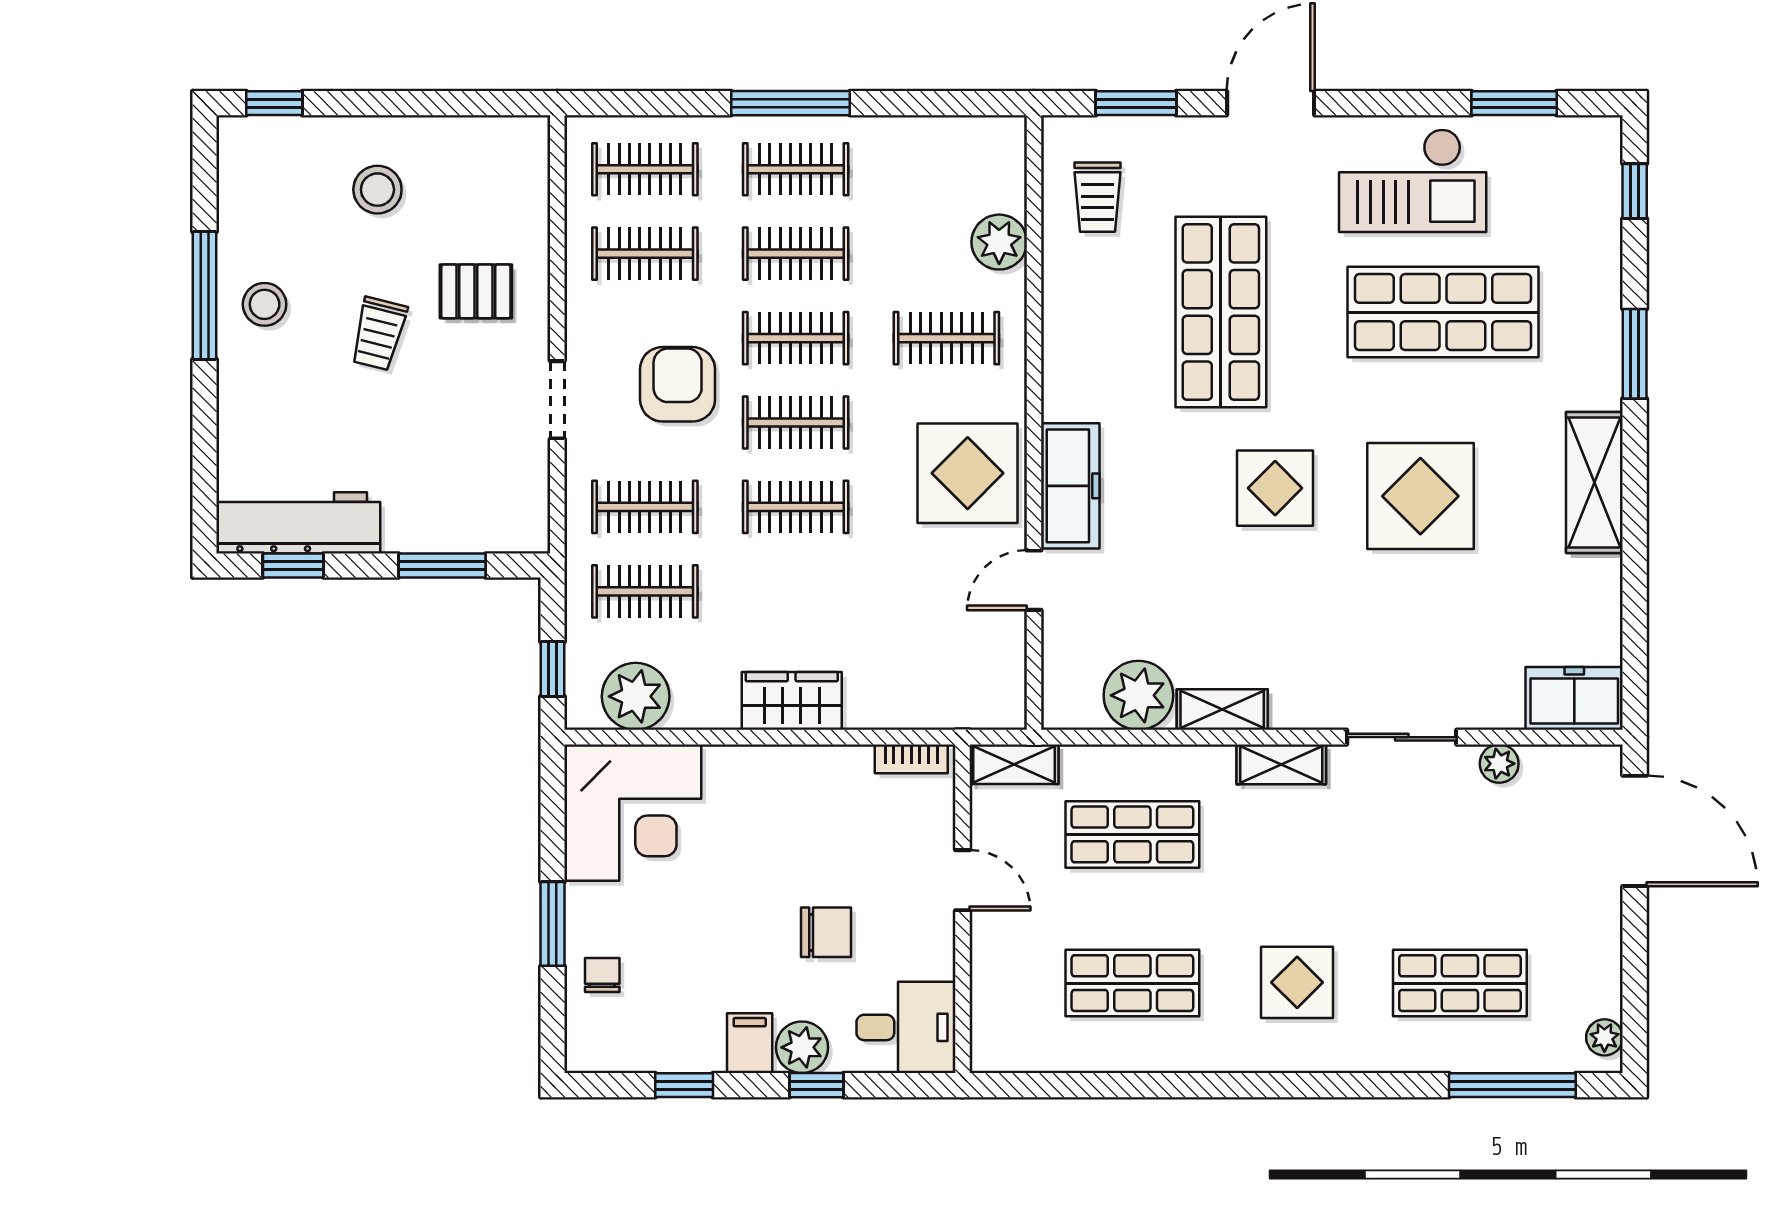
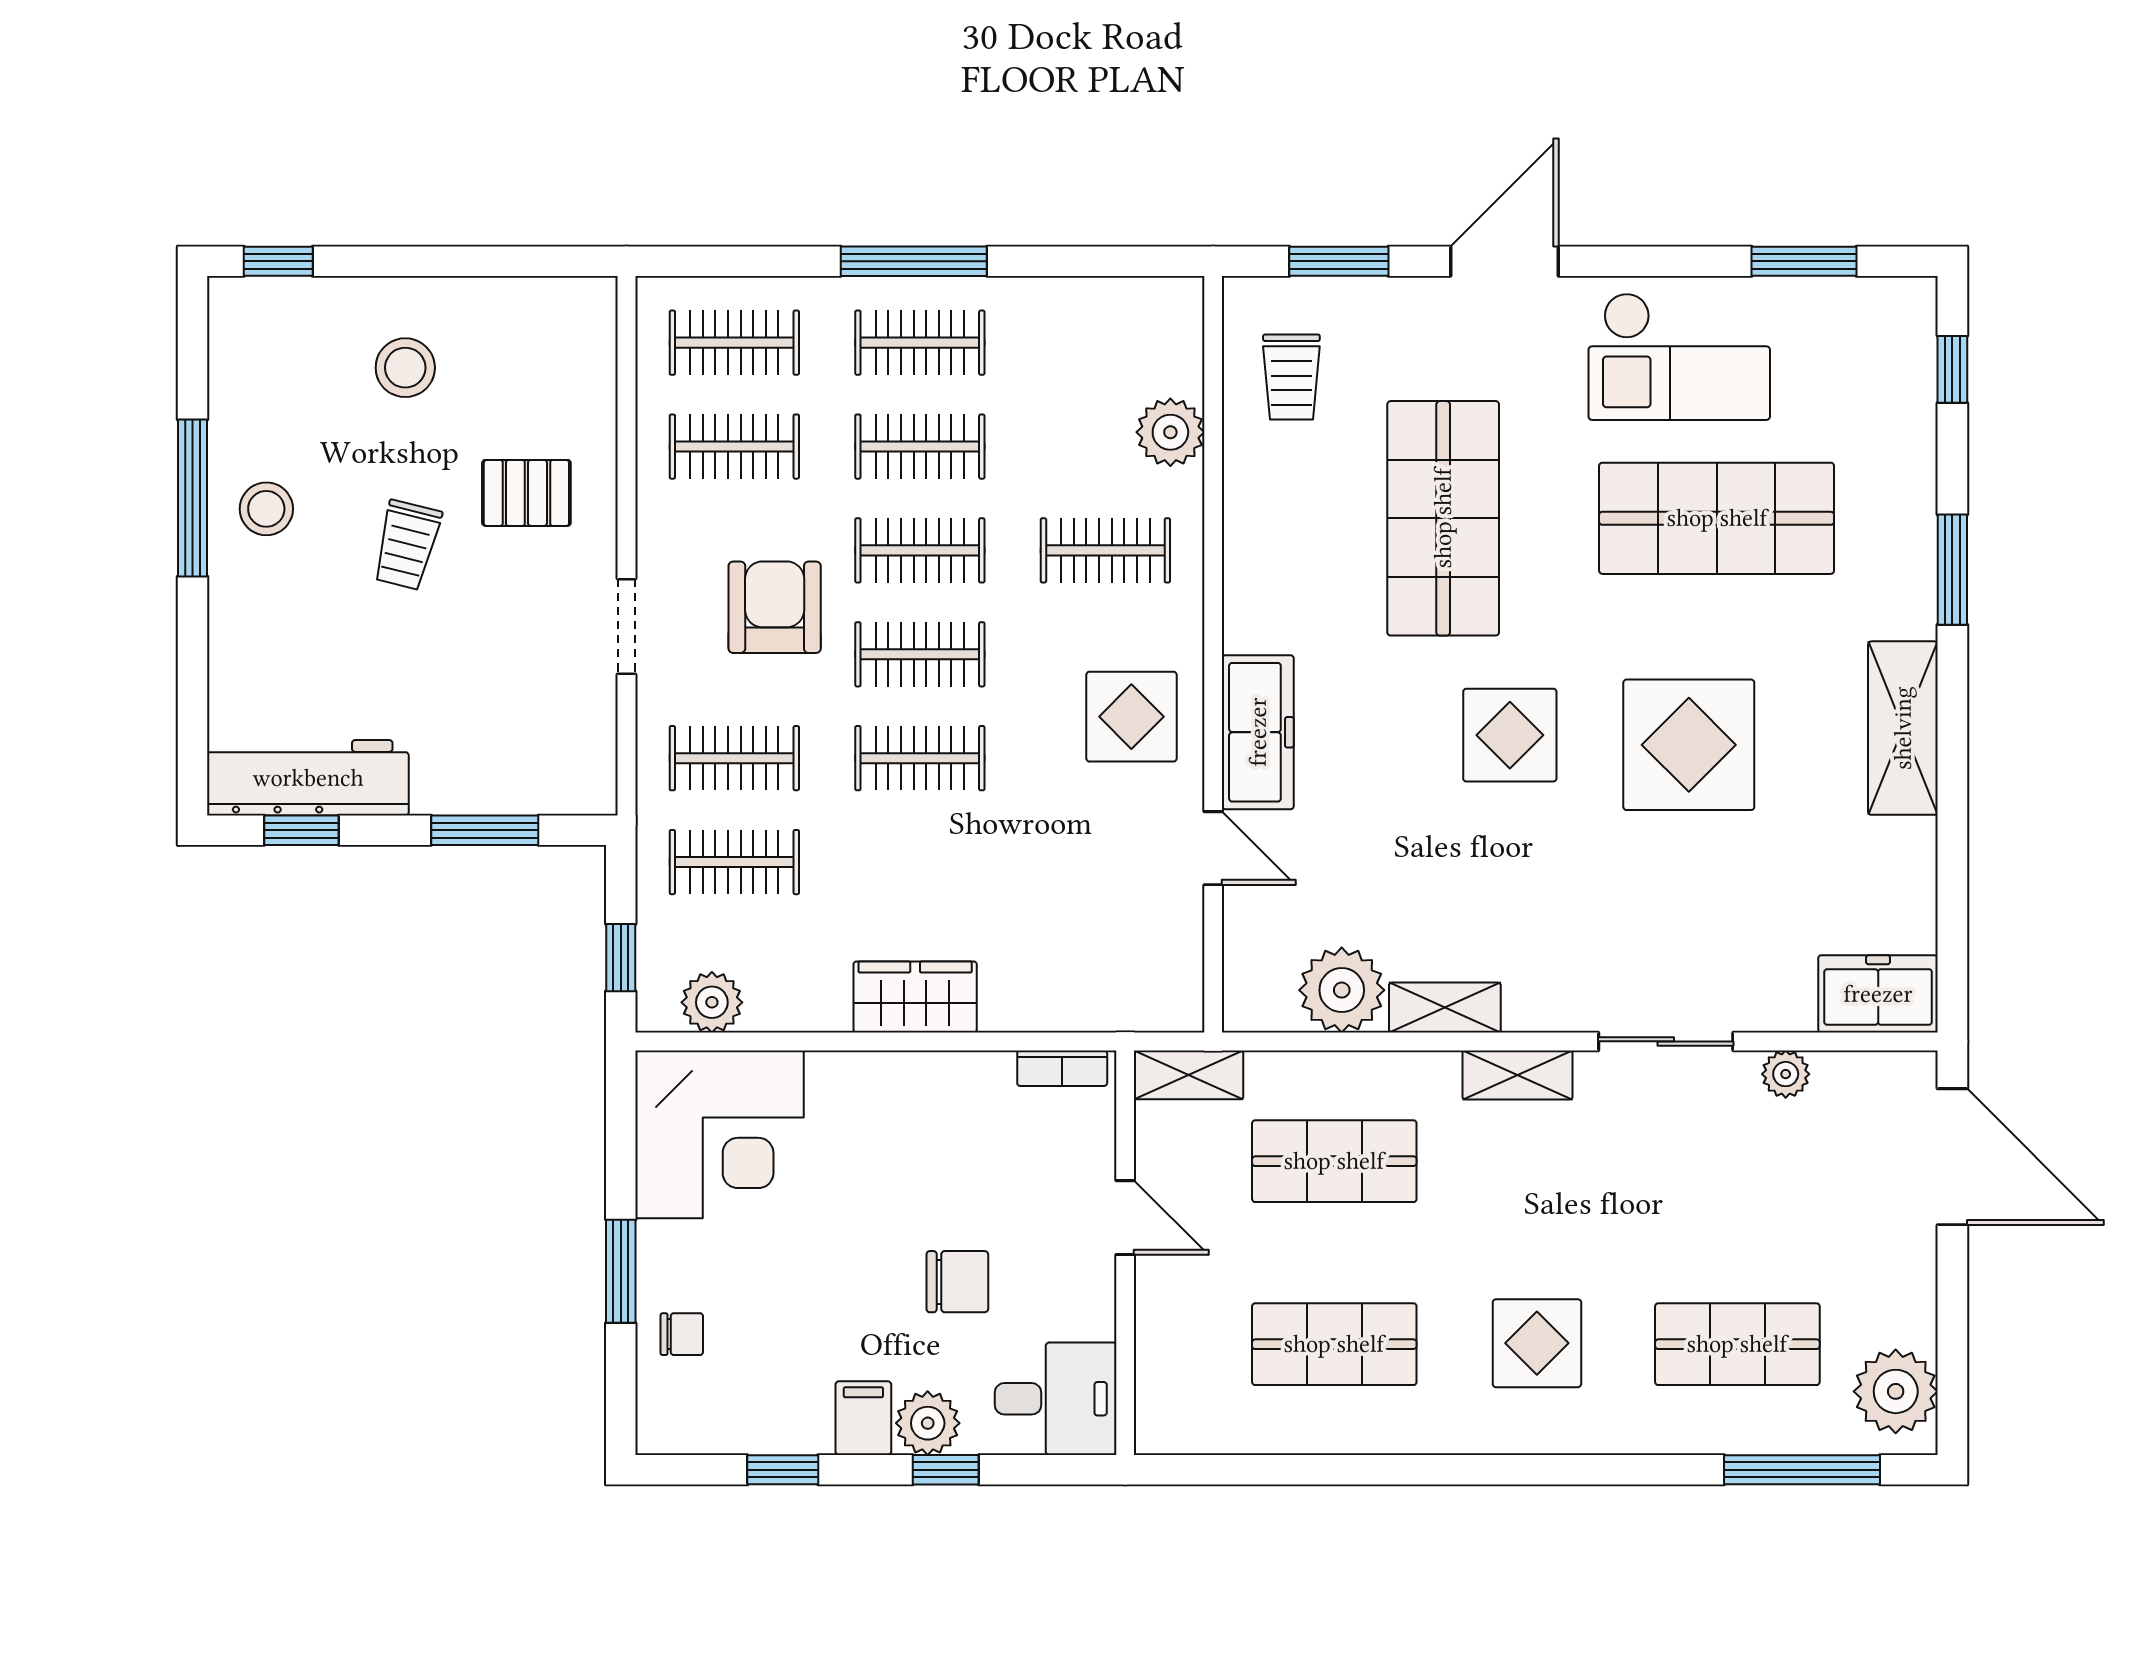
display table: (968, 473) -> (1131, 717), width x0.73, depth x0.73
door: (1034, 580) -> (1213, 848), swing flipped
plant: (636, 696) -> (712, 1002), width x0.73, depth x0.73
chair: (602, 975) -> (682, 1334), turned 90
plant: (1604, 1037) -> (1896, 1391), width x1.88, depth x1.88

